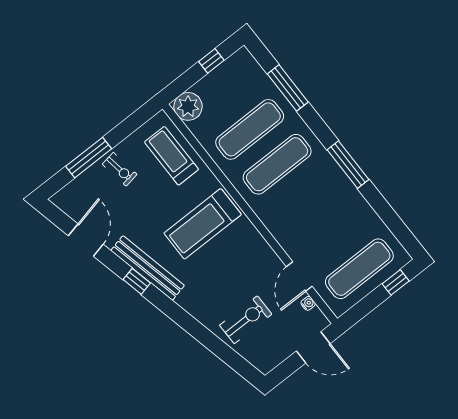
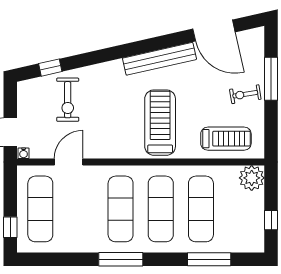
exercise mat: (305, 199) -> (121, 209), added
door: (86, 240) -> (214, 31), width x1.36
door: (299, 276) -> (69, 162), hinge flipped
window: (137, 281) -> (50, 68), moved
water cooler: (308, 303) -> (24, 153), moved

